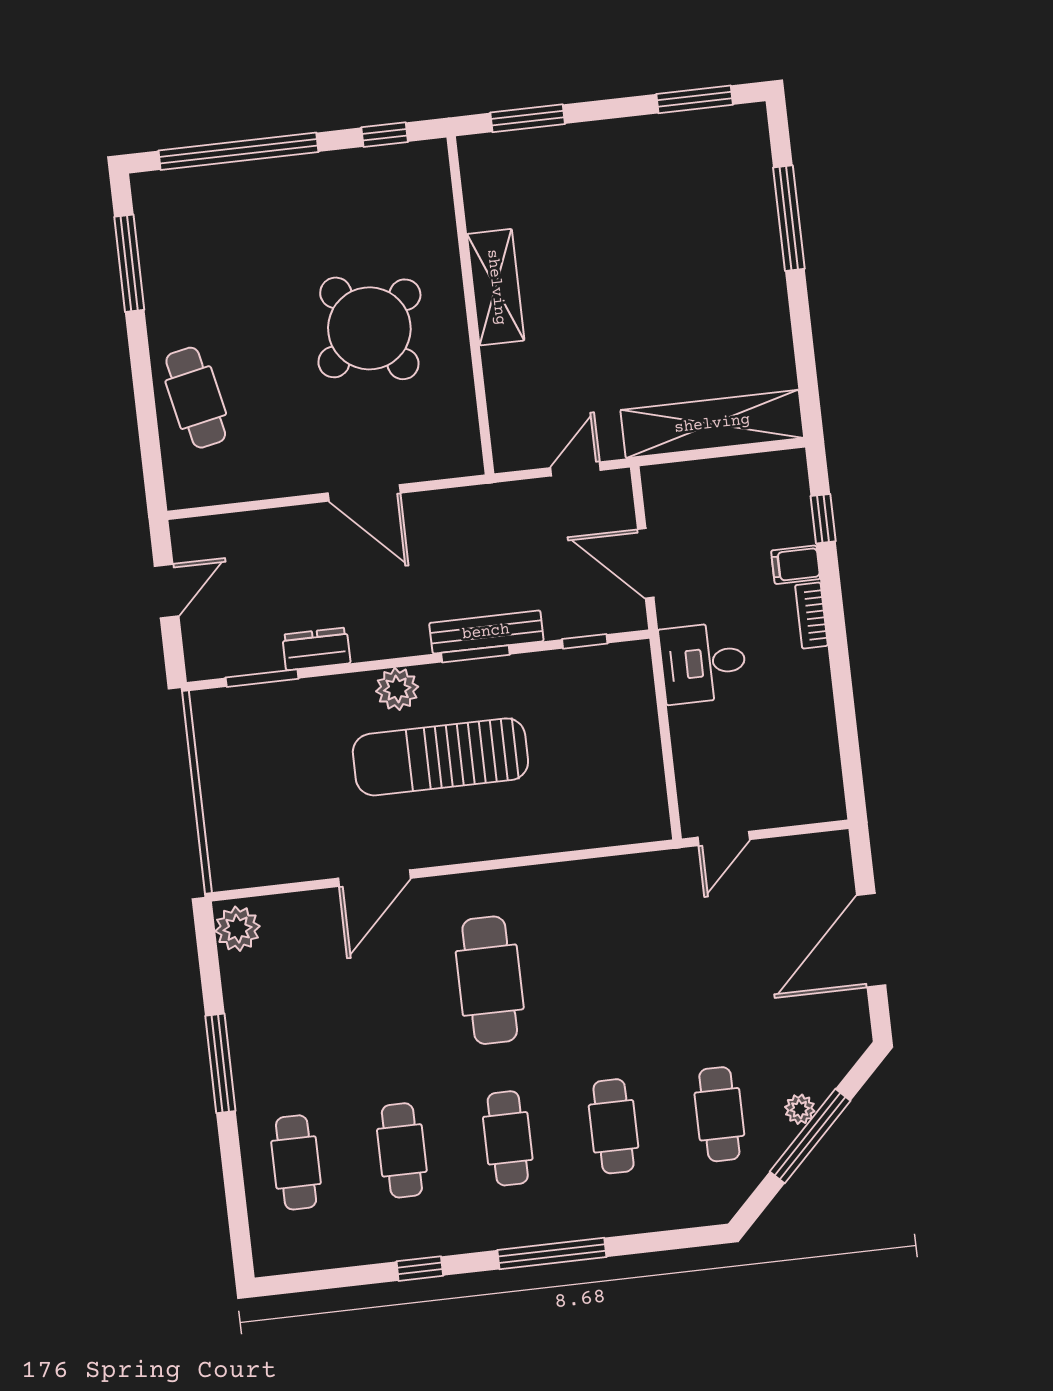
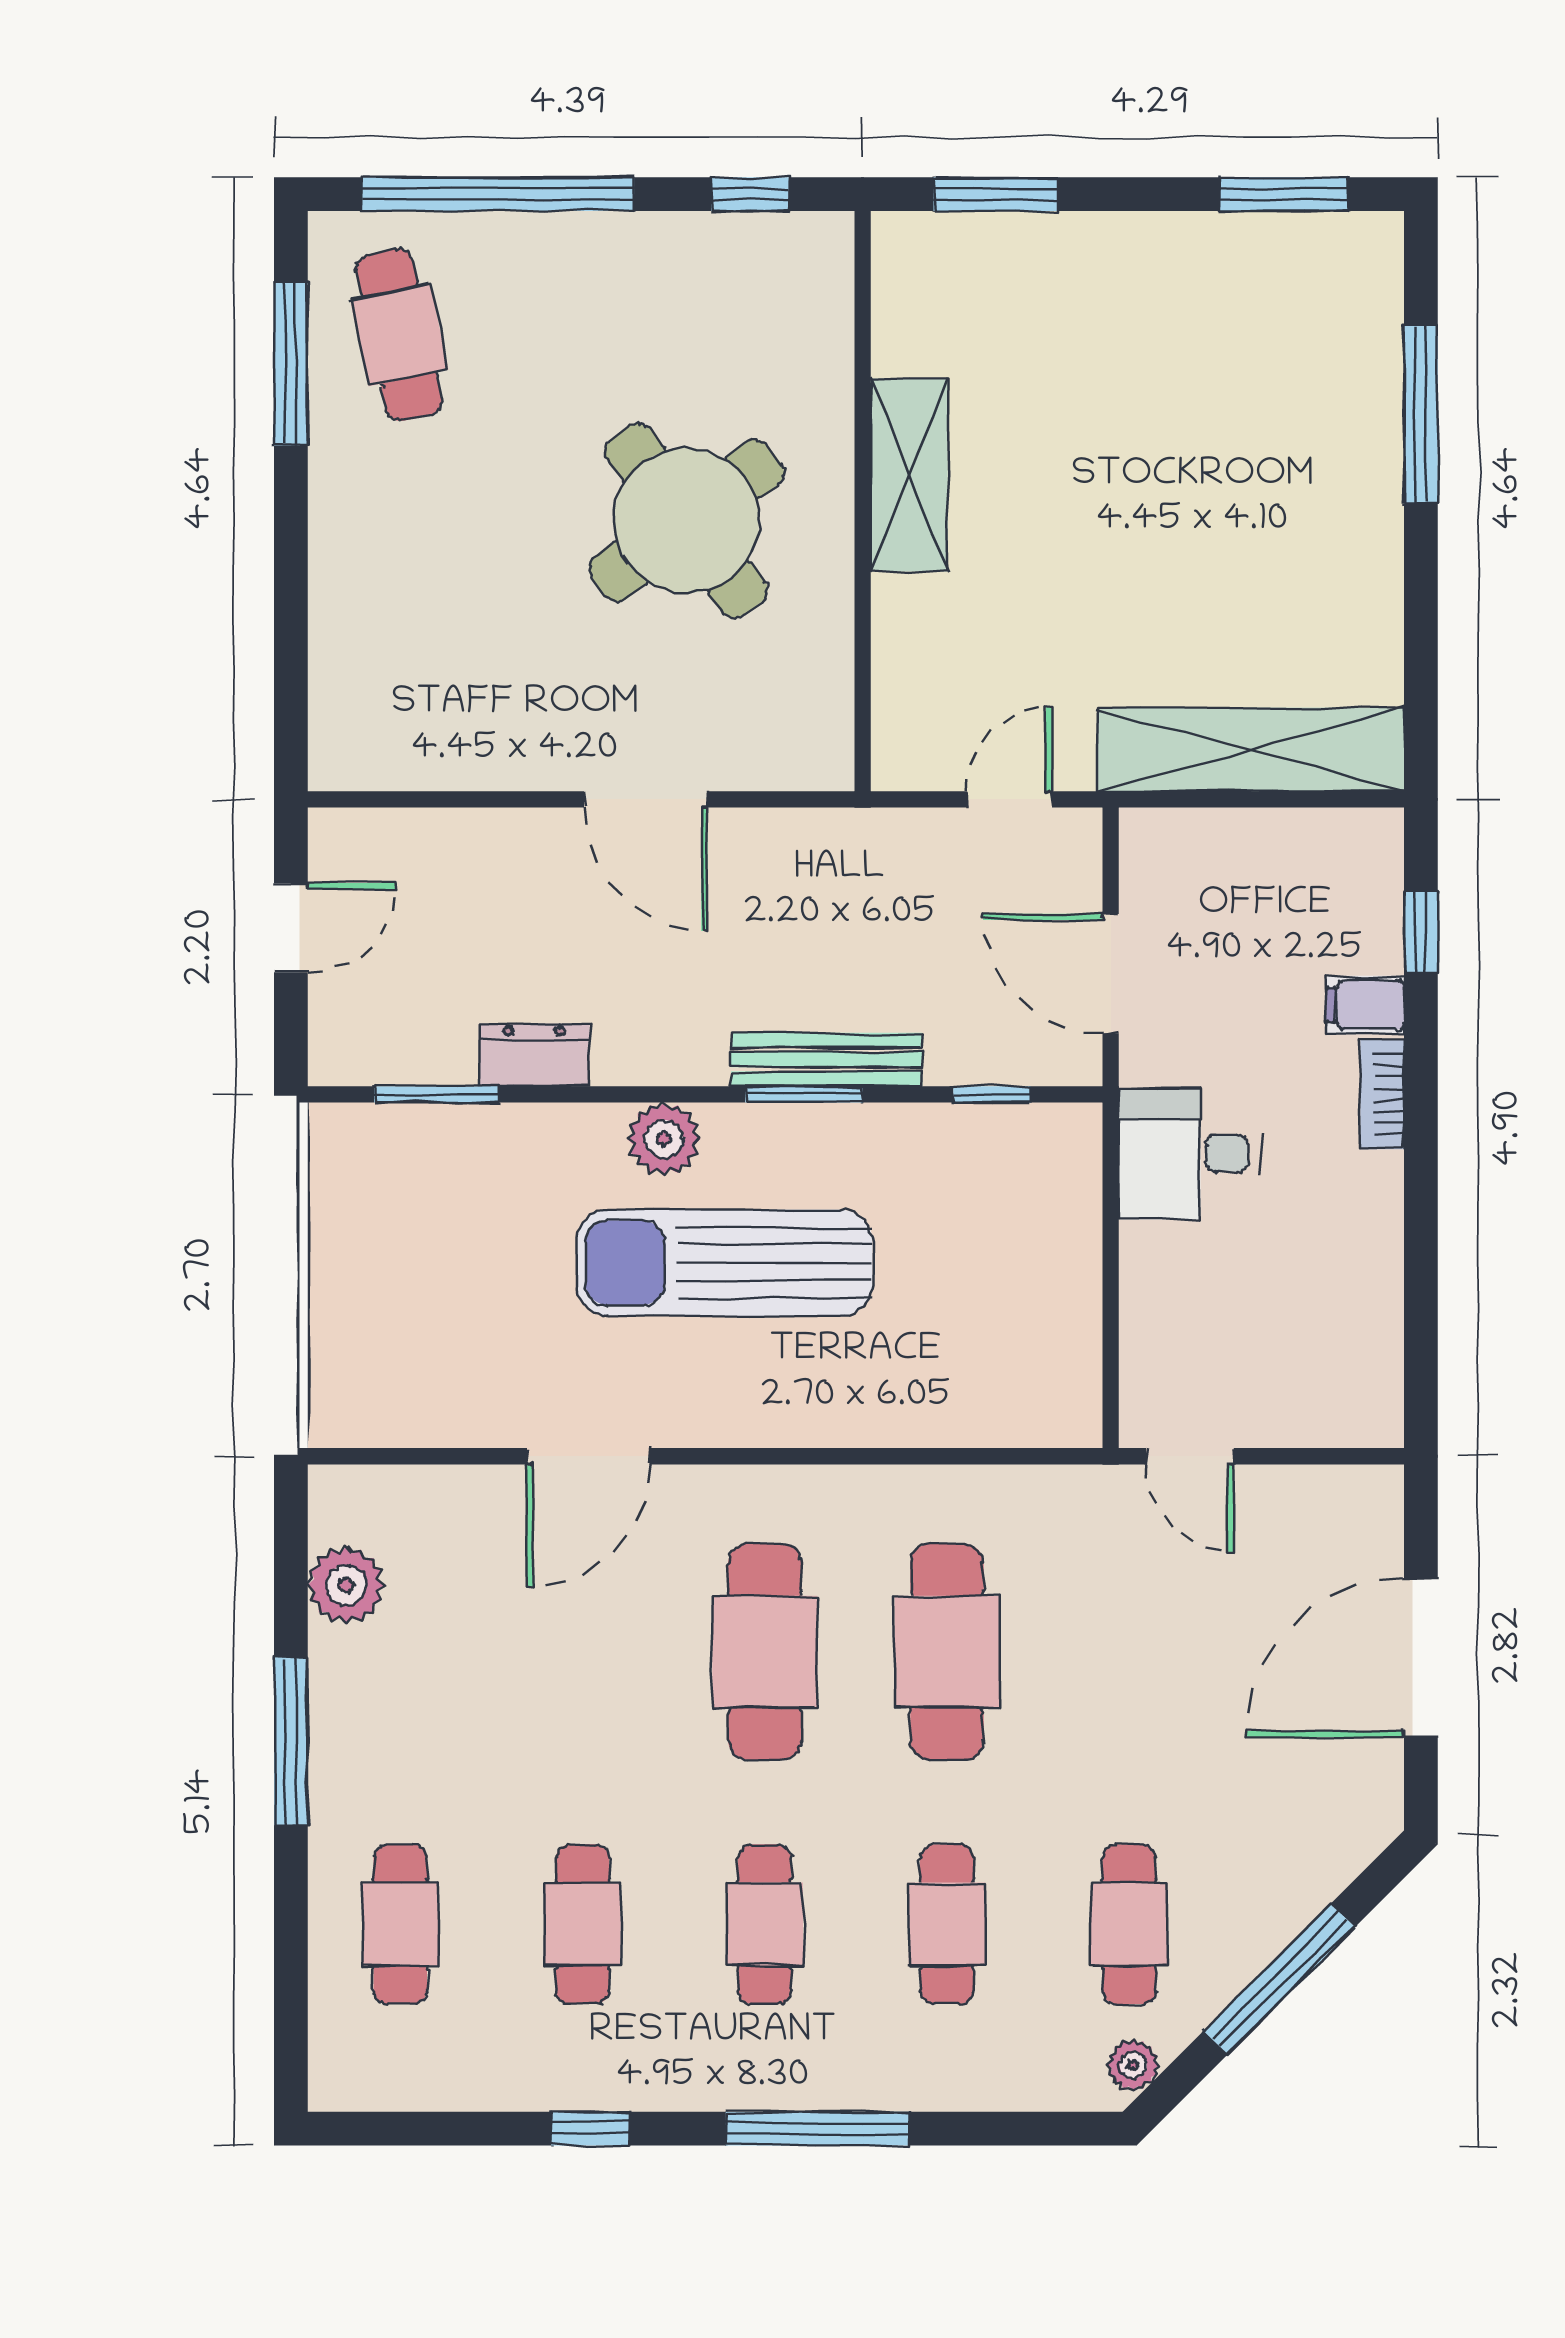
cafe table: (196, 398) -> (399, 335), moved
door: (724, 838) -> (1190, 1456), hinge flipped
plant: (238, 929) -> (346, 1585), moved
cafe table: (596, 968) -> (947, 1652), added
plant: (800, 1109) -> (1133, 2065), moved

